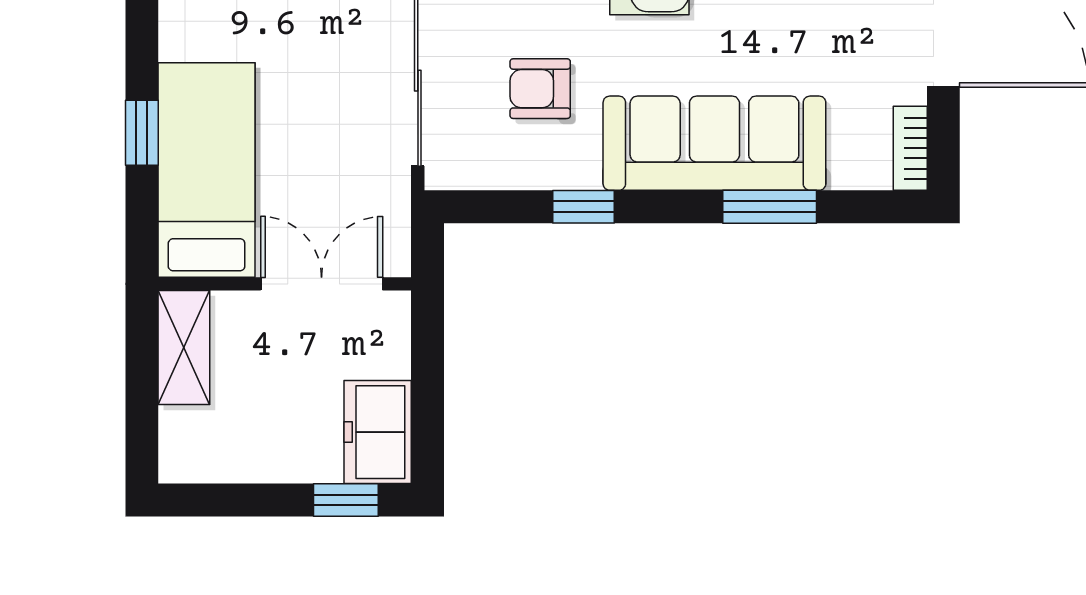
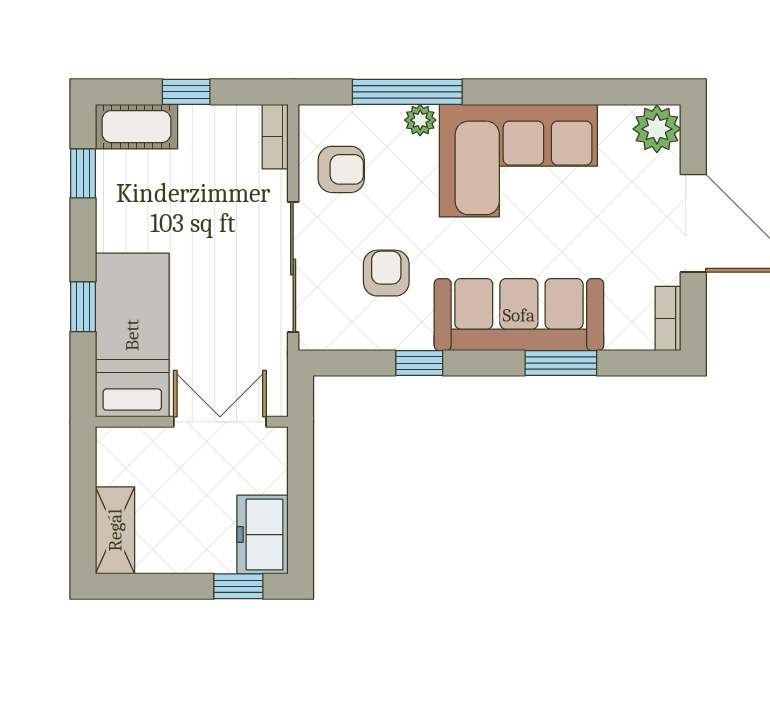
armchair: (540, 89) -> (386, 273), turned 90
shelving: (184, 348) -> (115, 530), moved

